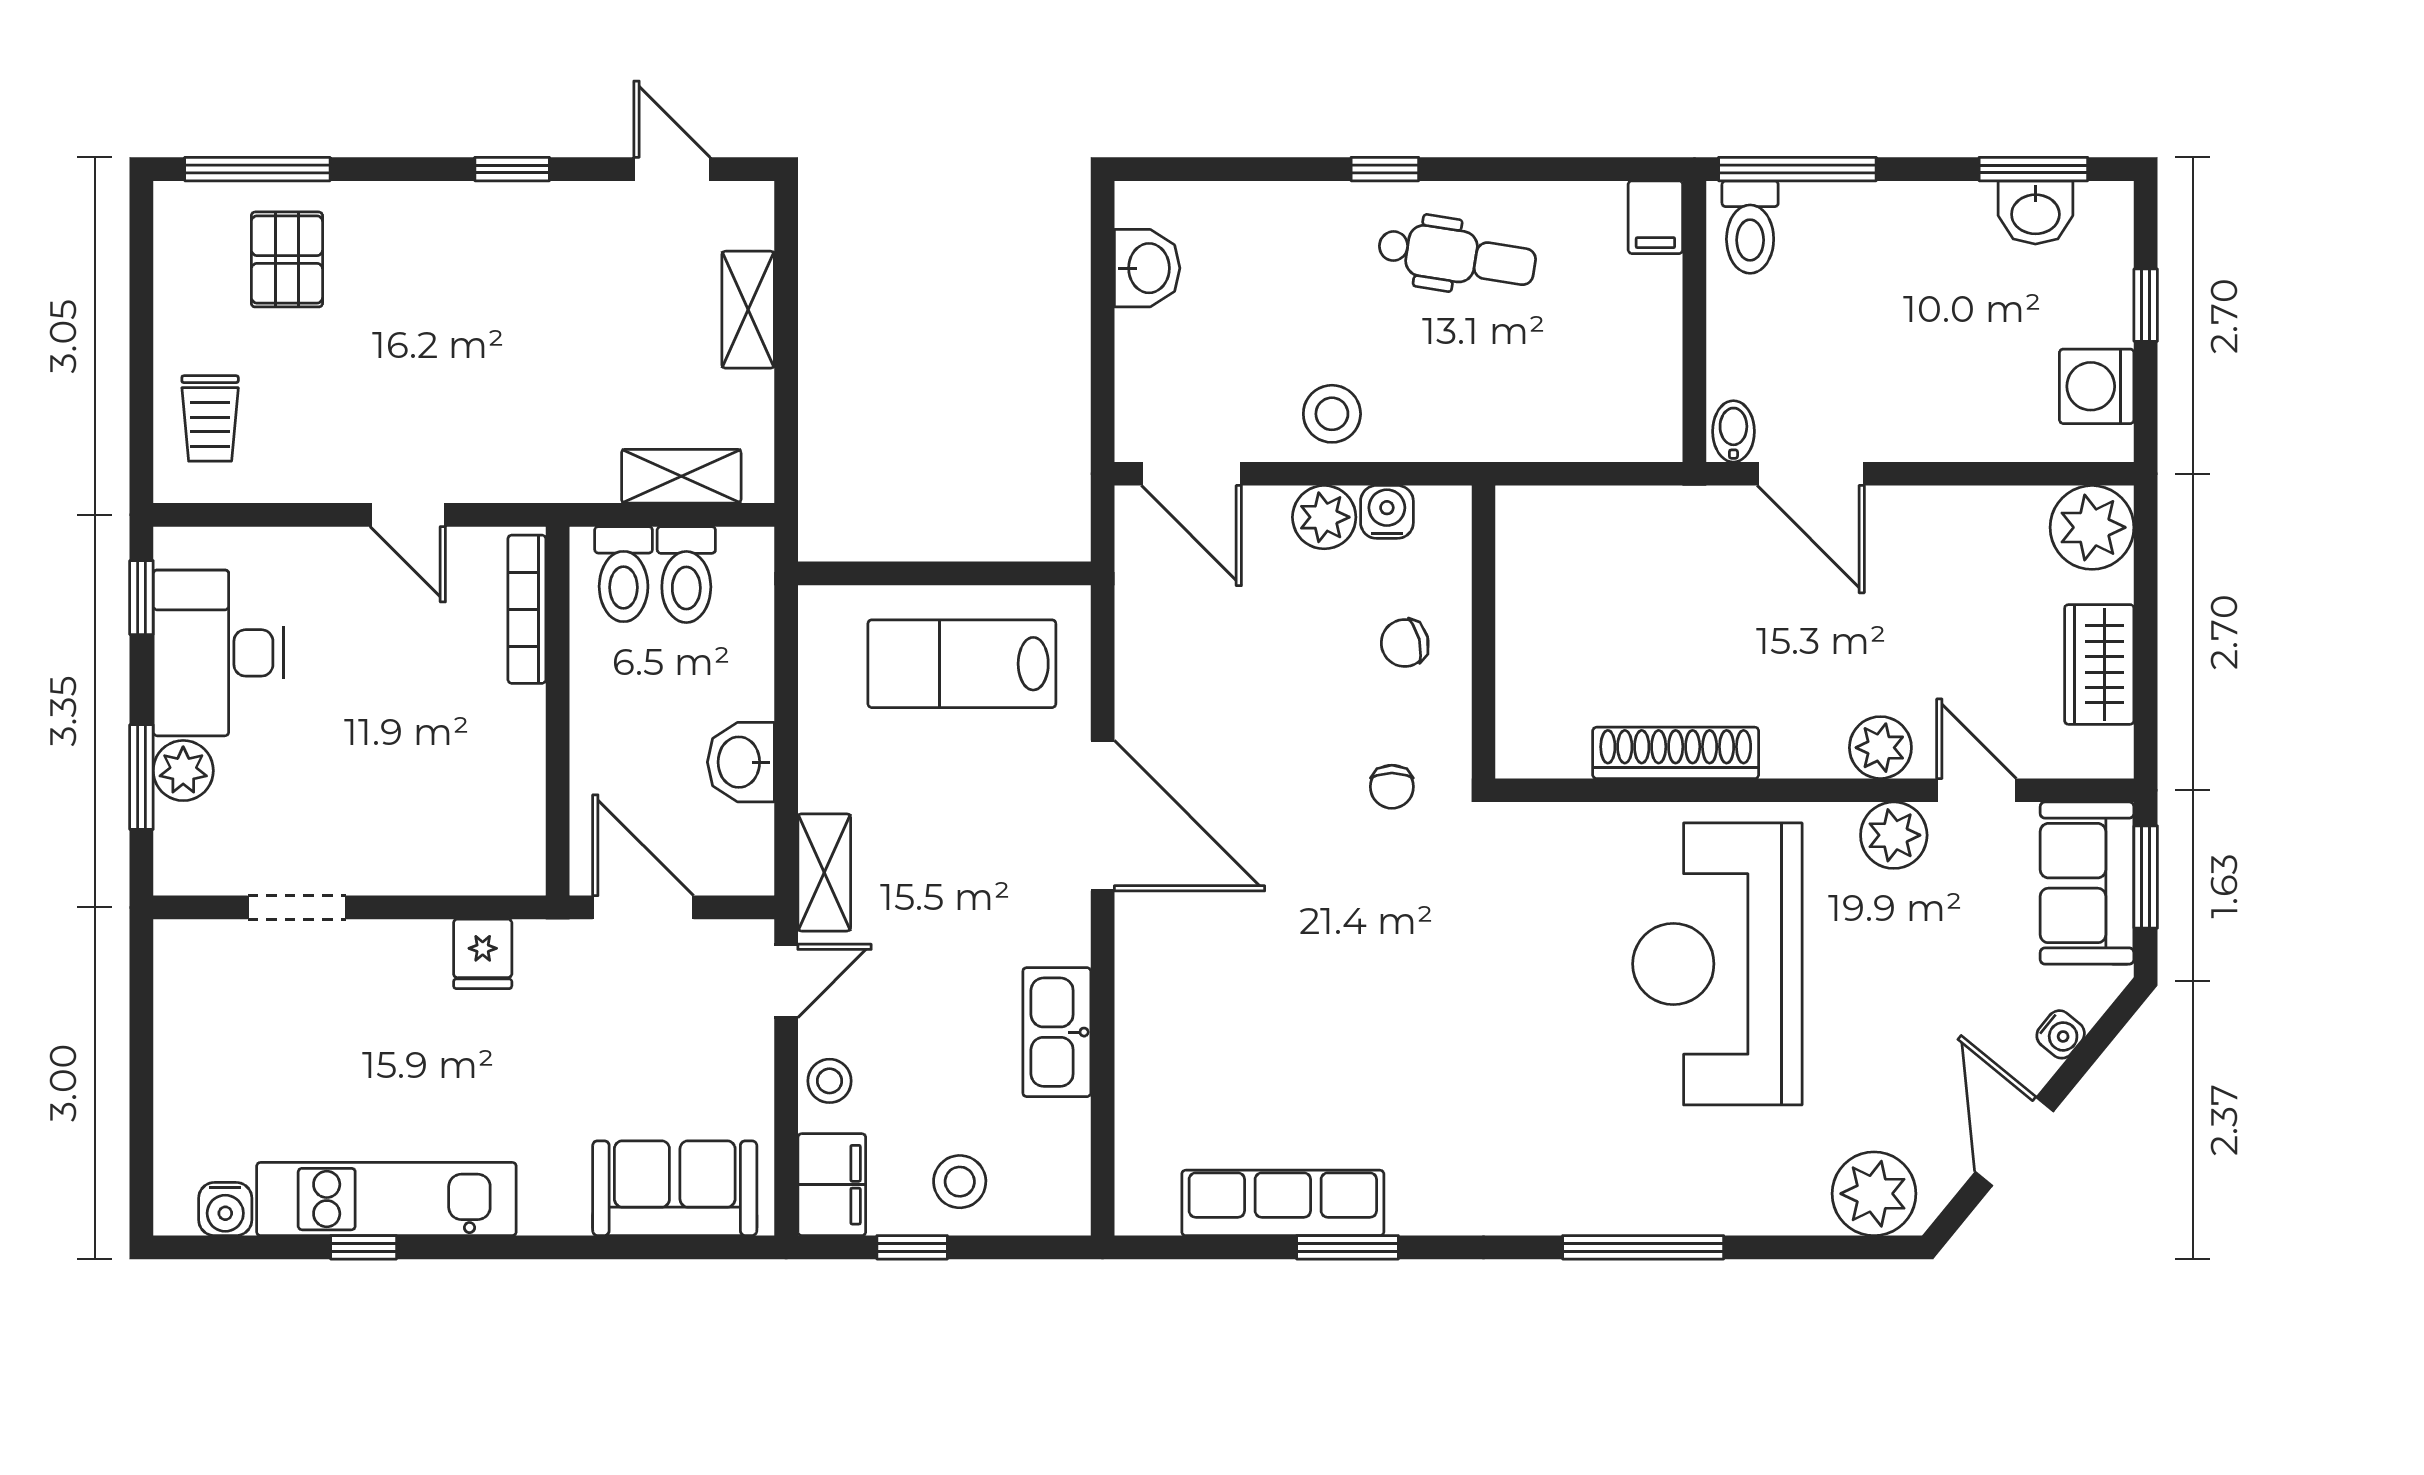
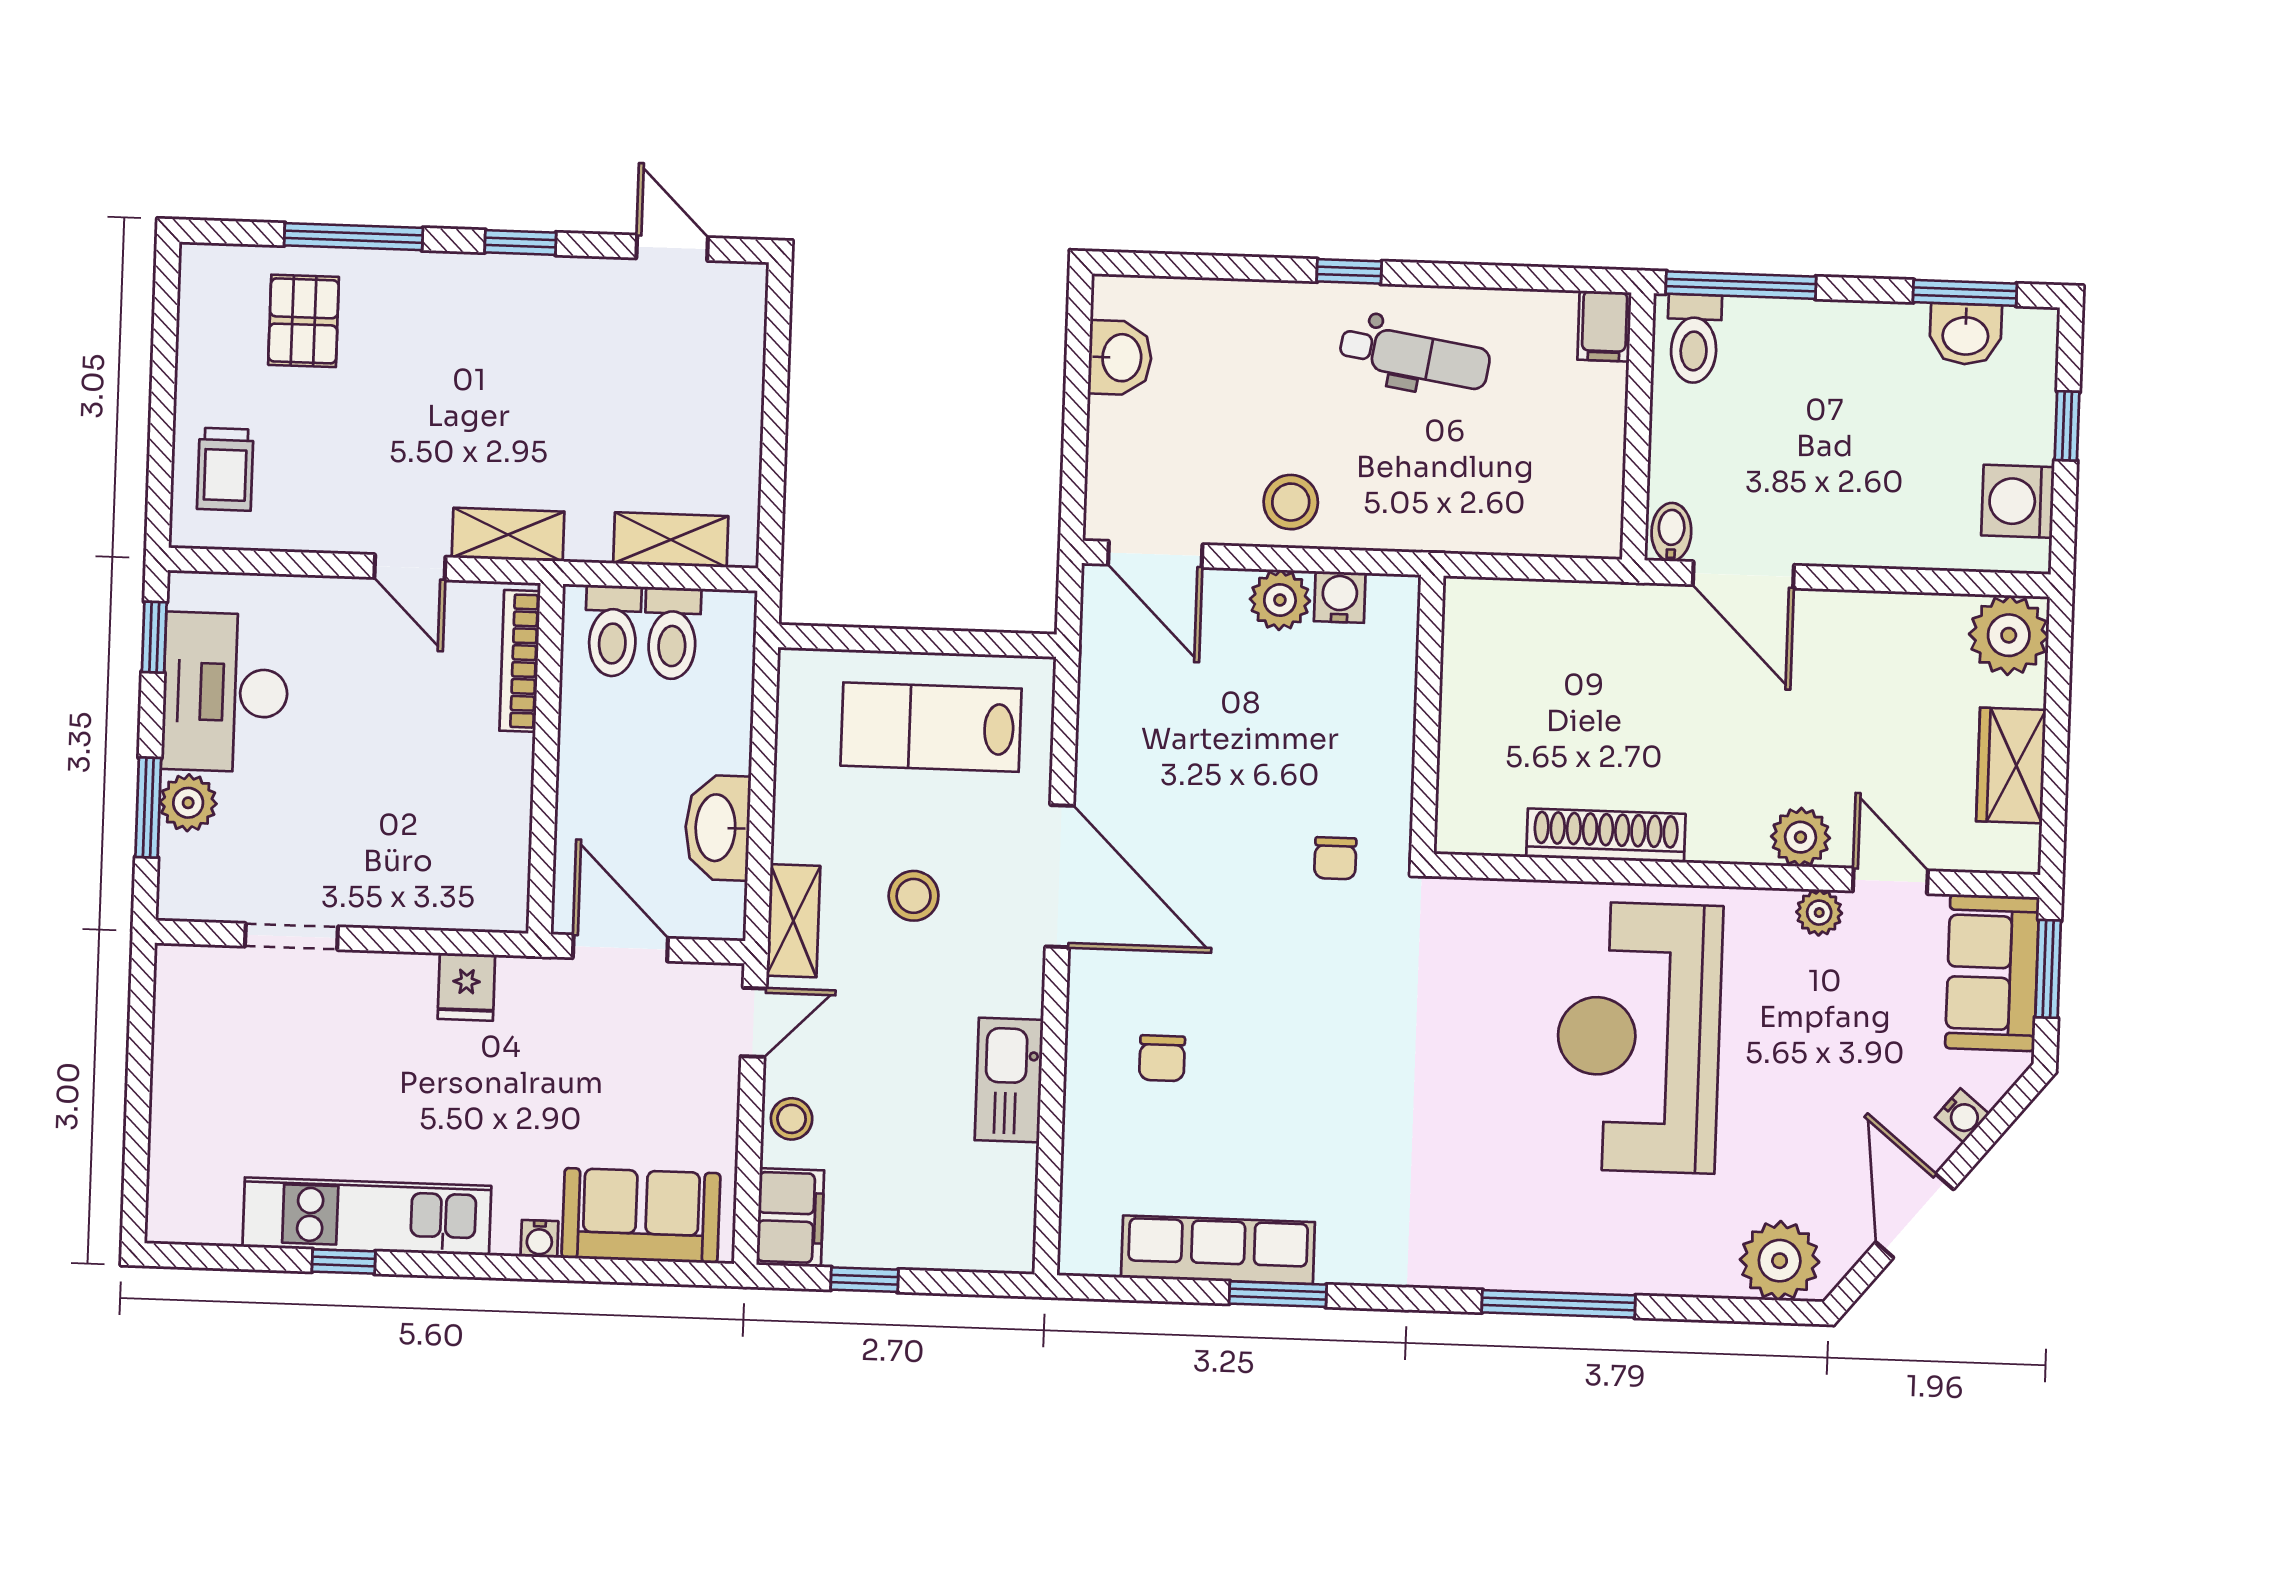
window: (257, 169) -> (353, 237), moved
shelving: (748, 310) -> (508, 535), moved, turned 90
chair: (1405, 643) -> (1162, 1058), moved, turned -76
washbasin: (741, 762) -> (717, 828), width x1.38
plant: (1894, 835) -> (1819, 913), width x0.73, depth x0.73
stool: (960, 1182) -> (914, 896), moved
water cooler: (225, 1209) -> (539, 1239), moved, width x0.72, depth x0.72

